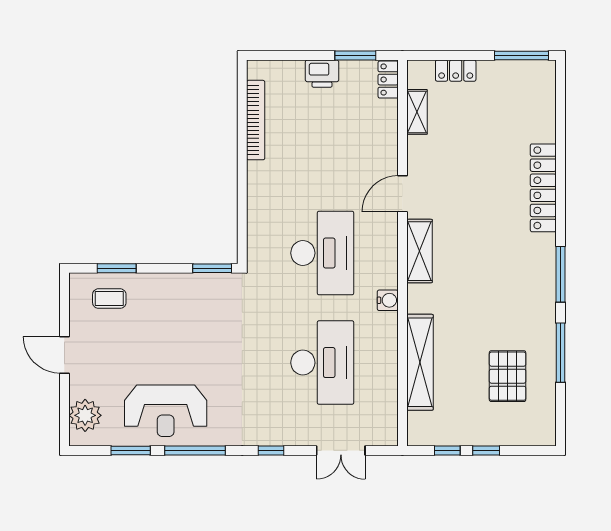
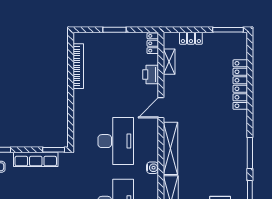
window: (355, 56) -> (115, 30), moved
printer: (322, 74) -> (151, 74), moved, turned 90
locker: (543, 188) -> (240, 85), moved
shelving: (420, 251) -> (171, 148), width x1.47
row of seats: (180, 285) -> (36, 159), added

